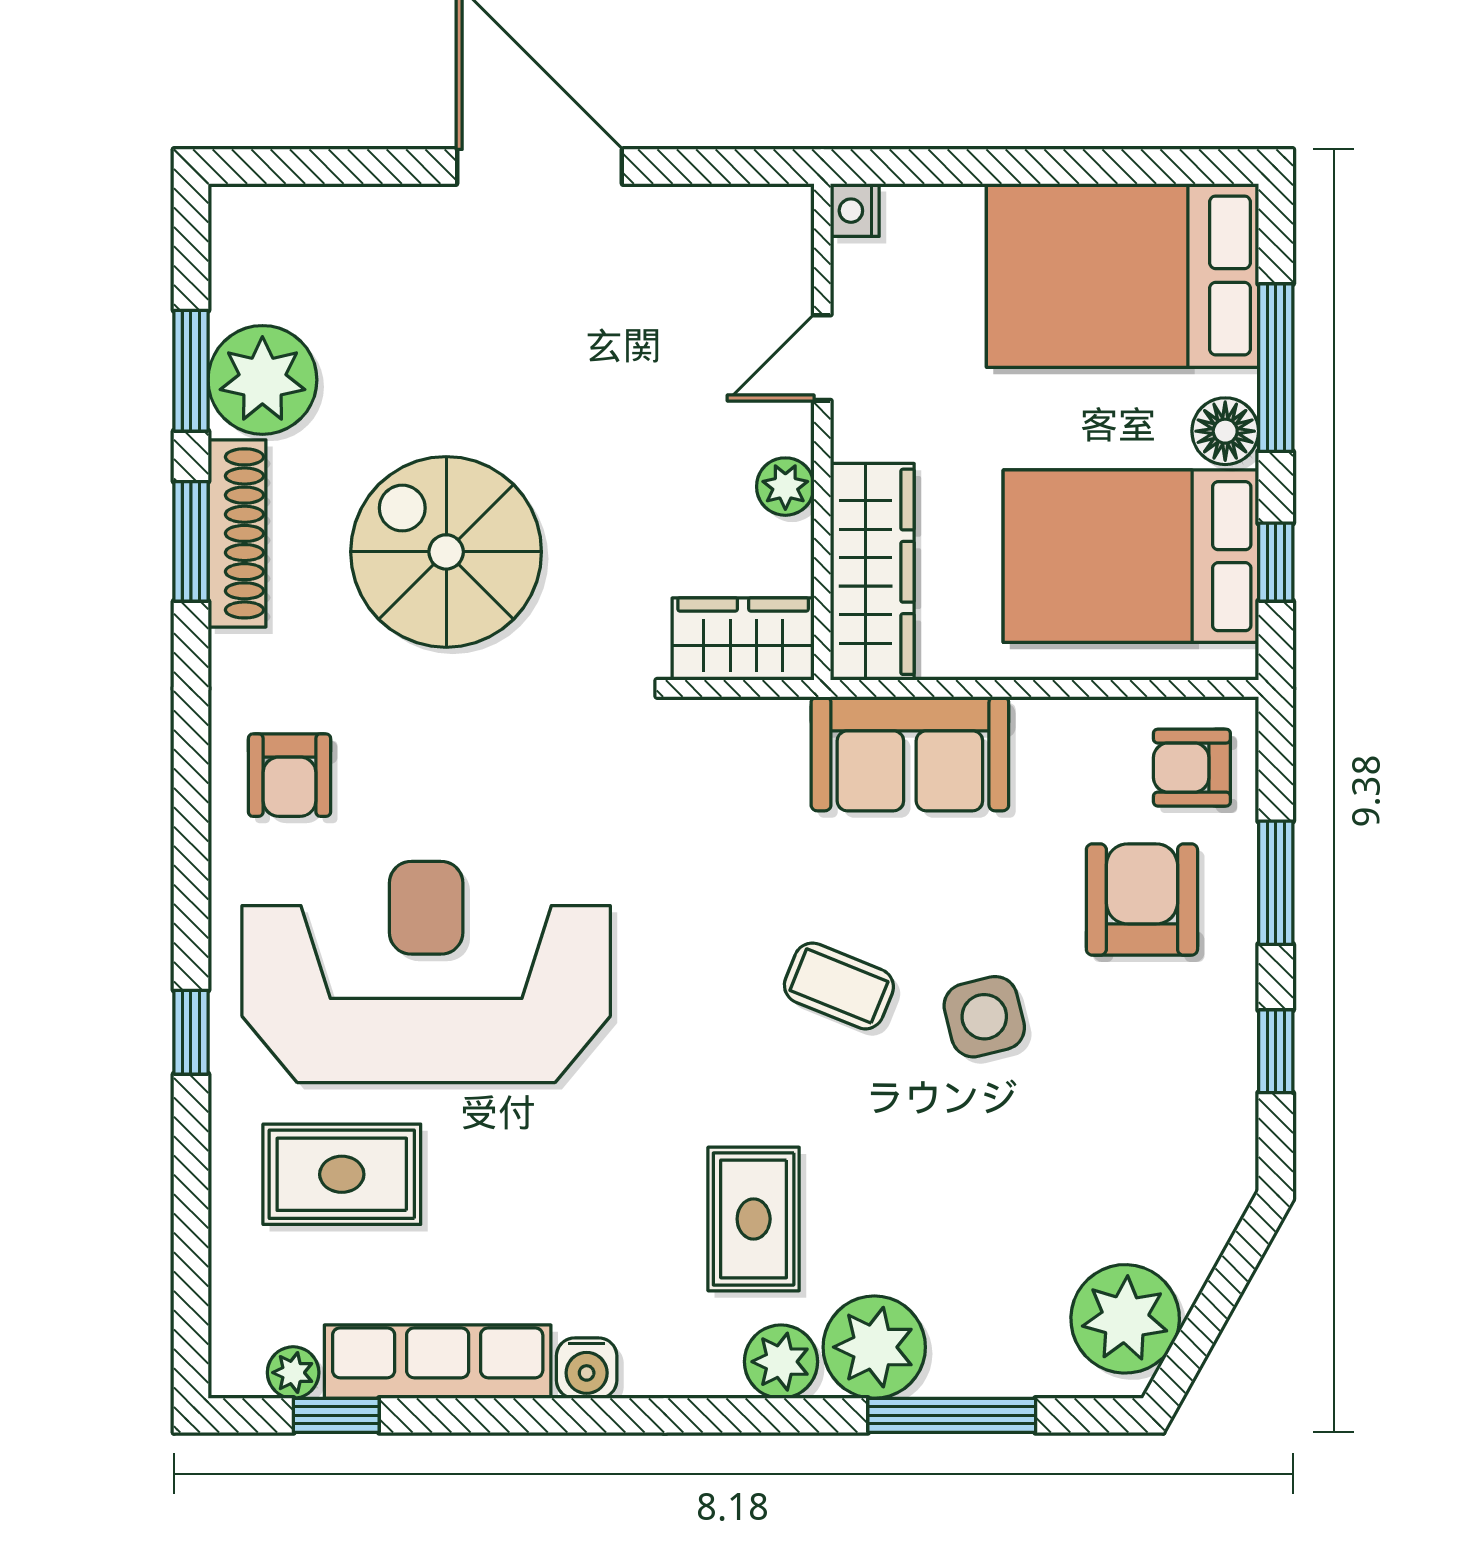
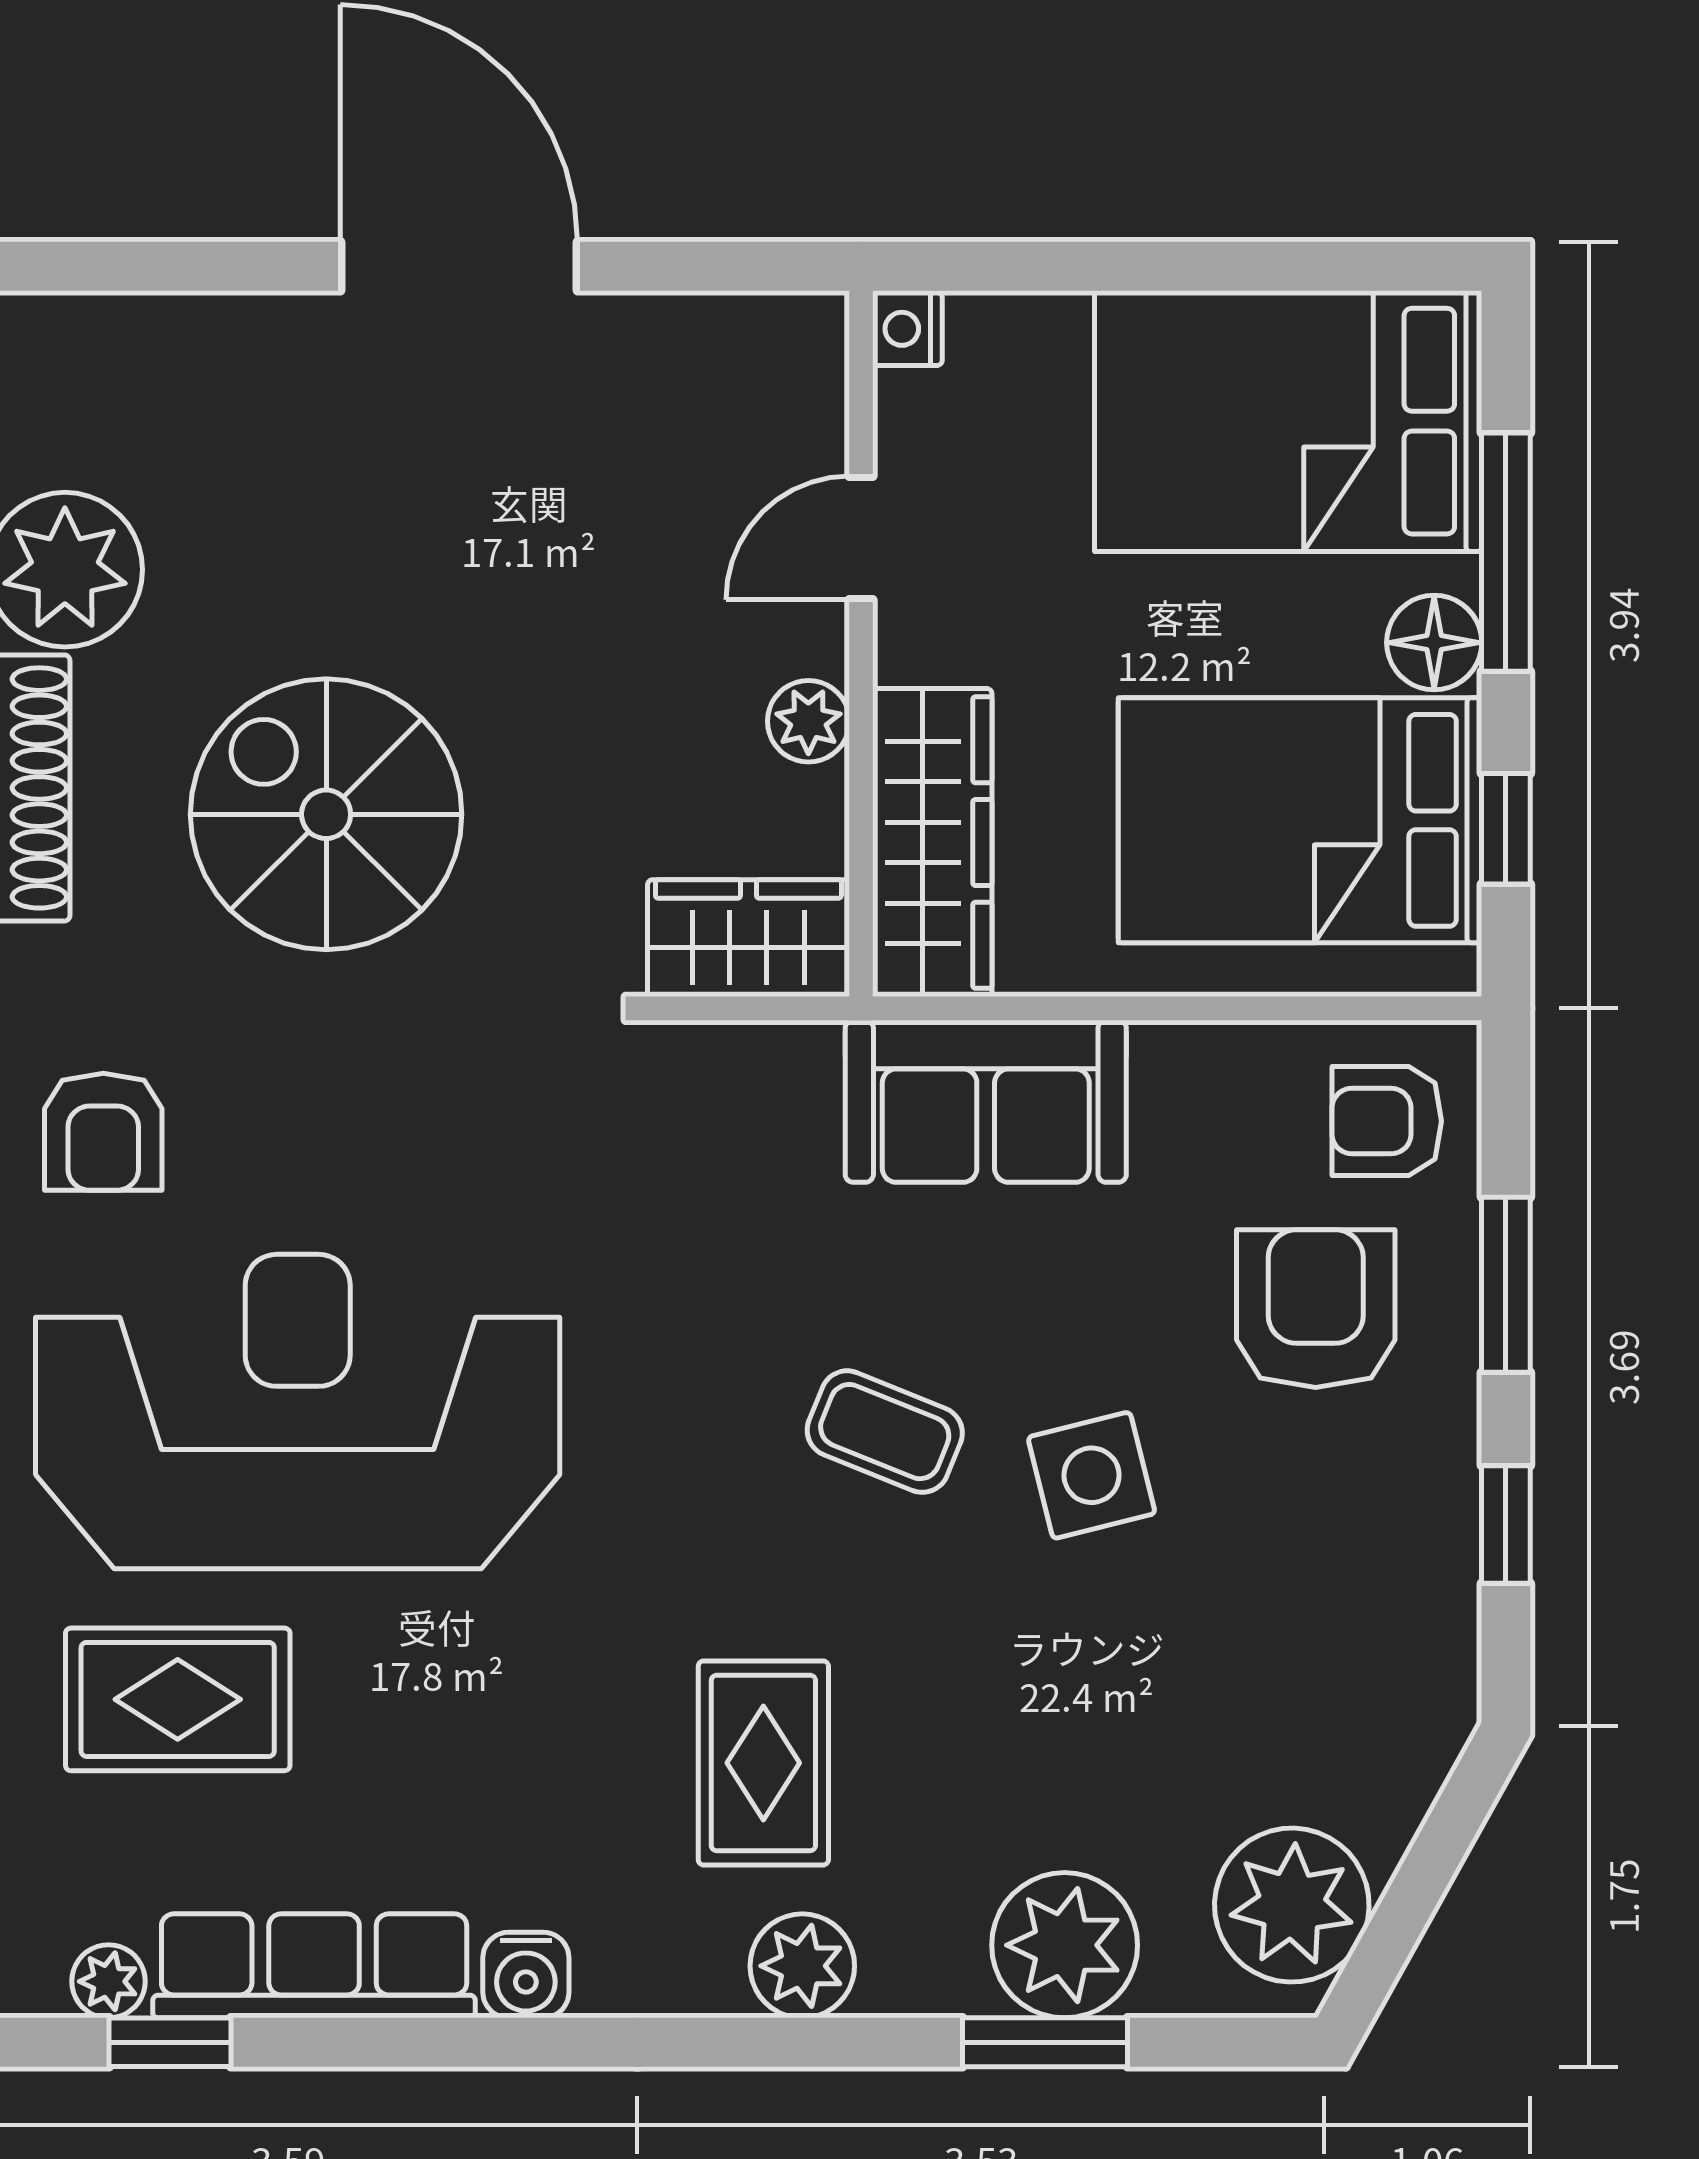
plant: (874, 1347) -> (1065, 1945), moved
window: (952, 1415) -> (1045, 2042), width x0.69

